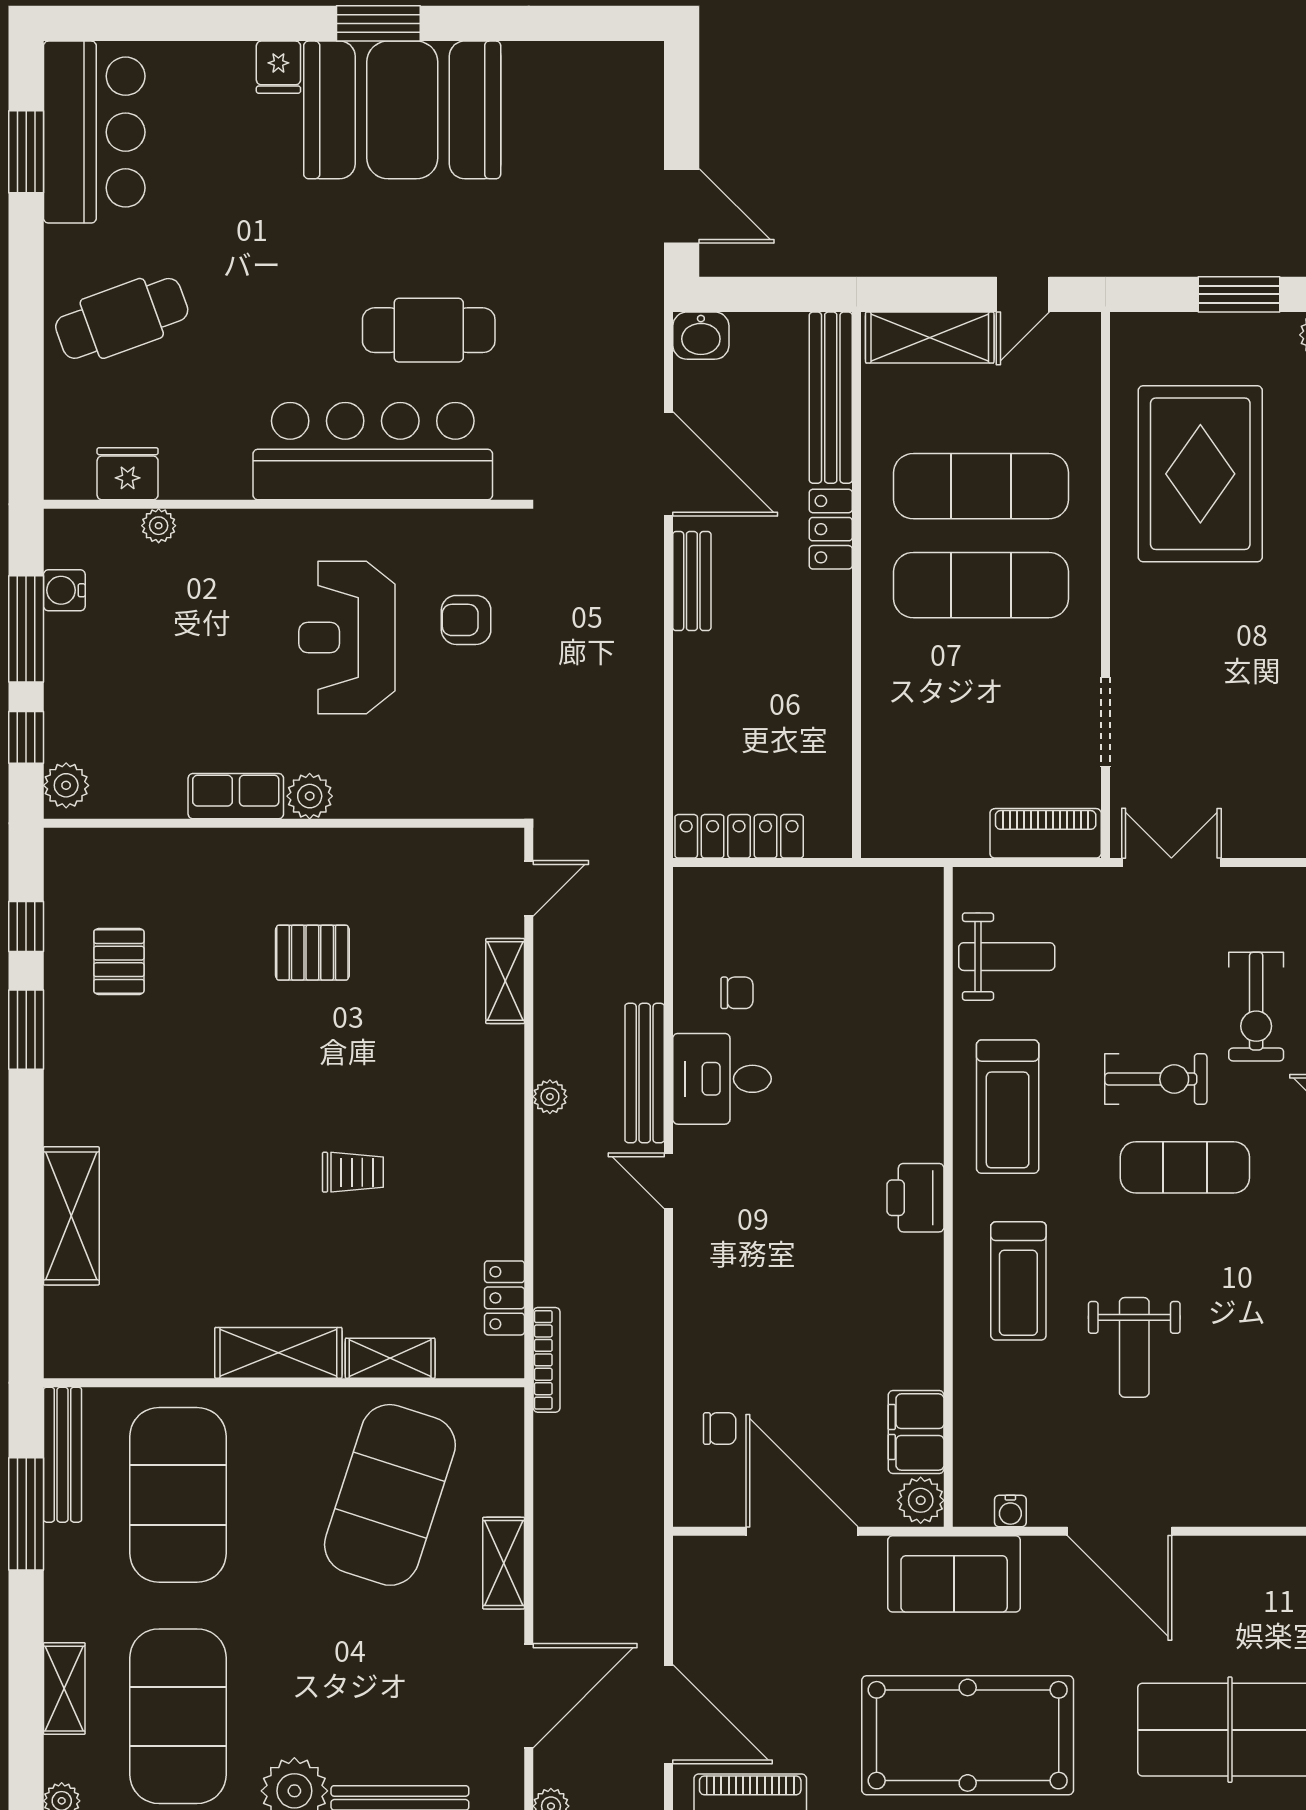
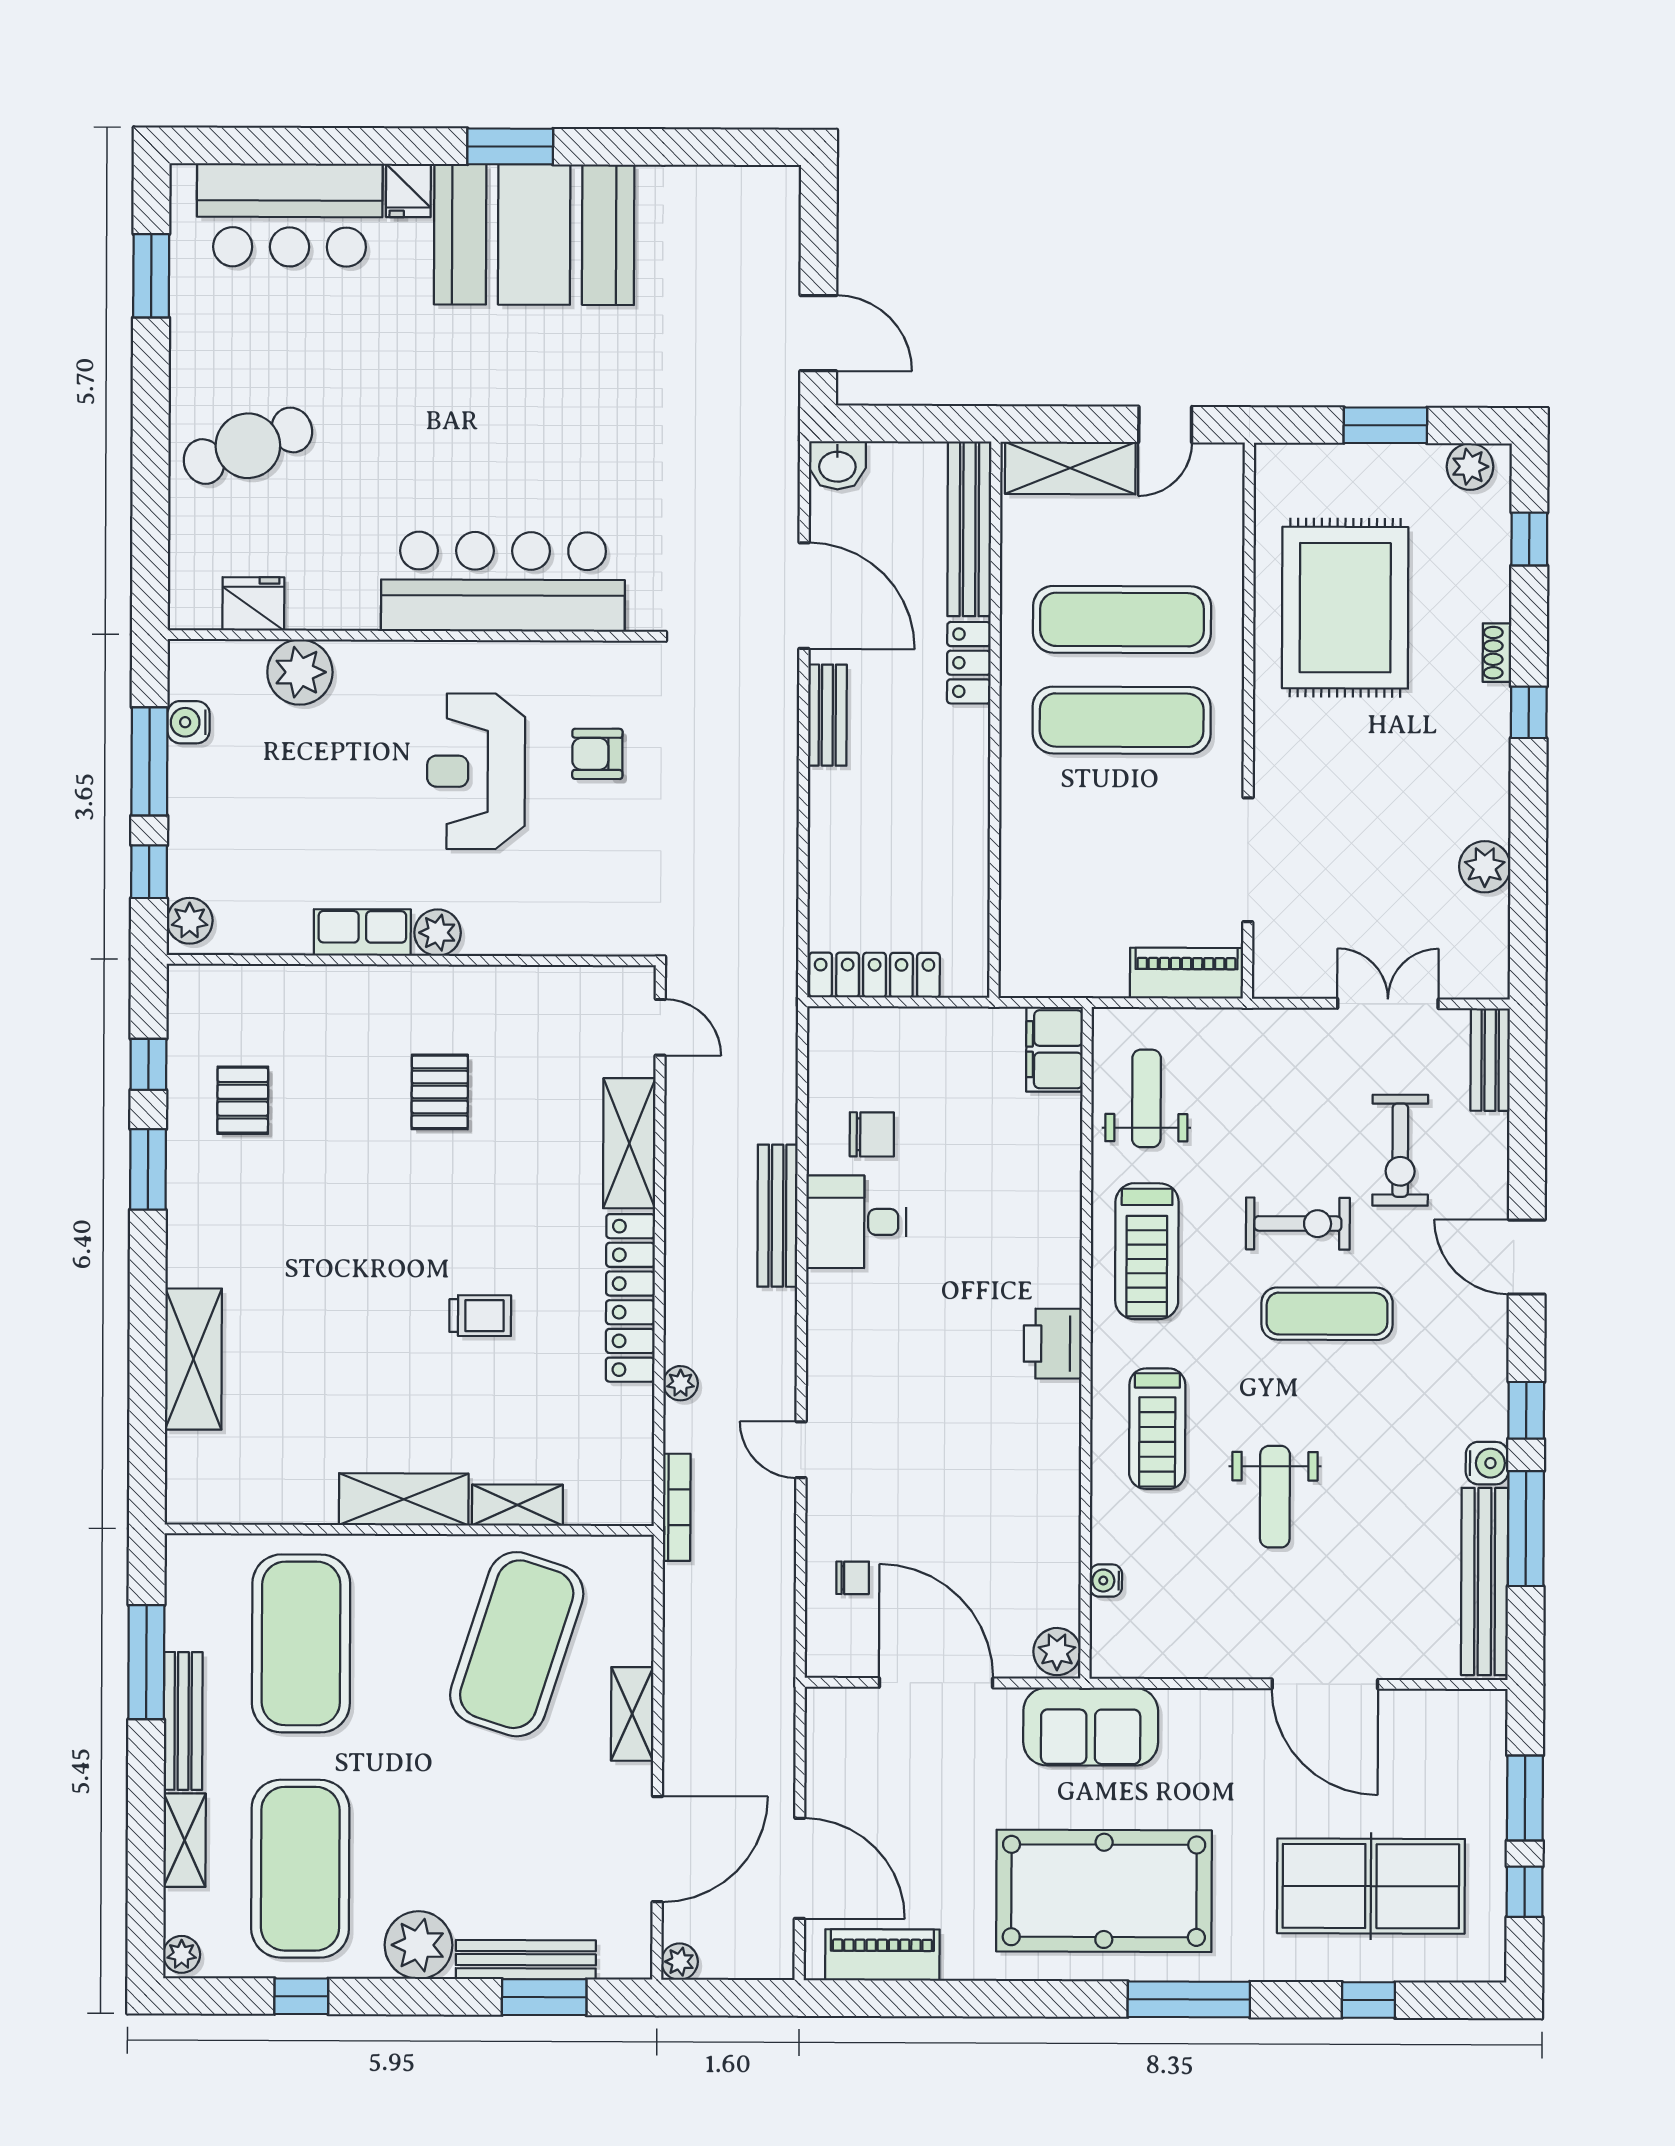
bar counter: (94, 132) -> (290, 215), moved, turned 90
cafe table: (429, 330) -> (560, 459), removed
plant: (159, 526) -> (300, 672), width x1.88, depth x1.88
doorway: (1106, 722) -> (1248, 860), width x1.36
double door: (1171, 863) -> (1388, 1004), moved
door: (529, 888) -> (660, 1027), hinge flipped
pallet: (312, 953) -> (440, 1092), turned 90
weight bench: (1007, 957) -> (1146, 1098), turned -90
shelving: (505, 981) -> (629, 1143), width x1.50, depth x1.33
chair: (737, 993) -> (872, 1134), width x1.37, depth x1.37
plant: (550, 1097) -> (681, 1383), moved
door: (669, 1181) -> (801, 1450), moved
locker: (505, 1298) -> (630, 1298), moved, width x2.16, depth x1.21
filing cabinet: (916, 1432) -> (1054, 1049), moved
bench: (63, 1455) -> (183, 1721), moved
water cooler: (1010, 1511) -> (1106, 1581), moved, turned 90
door: (1120, 1531) -> (1325, 1684), moved

